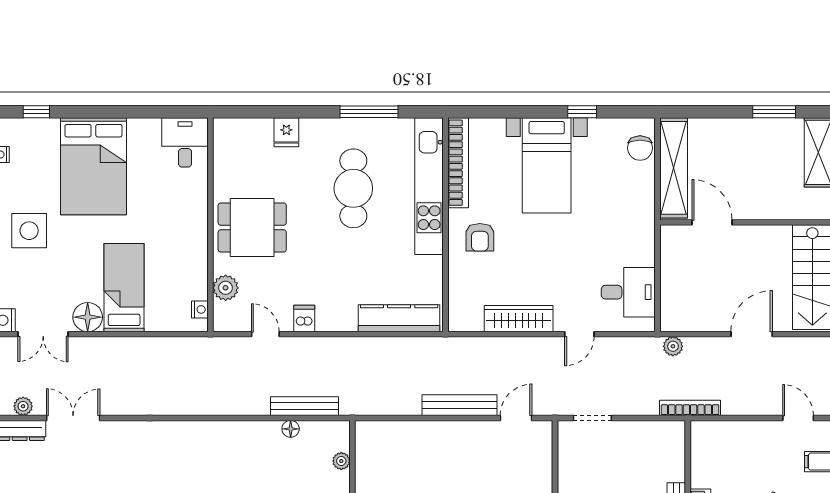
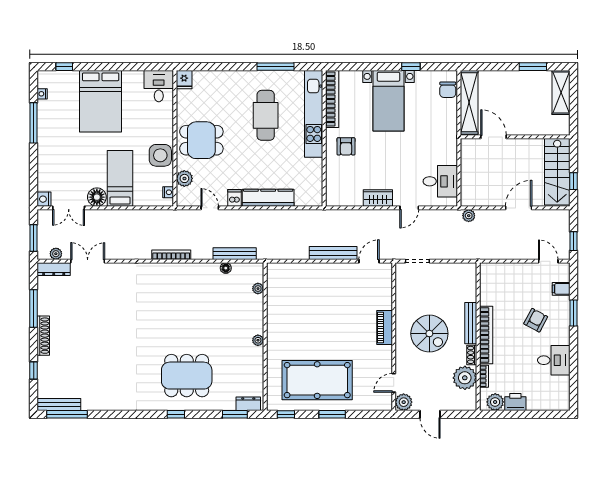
fridge: (286, 132) -> (184, 80), moved
side table: (29, 231) -> (160, 155), moved
kitchen counter: (399, 318) -> (268, 198), moved
wardrobe: (519, 319) -> (378, 198), width x0.67
bookcase: (690, 408) -> (171, 255), moved

